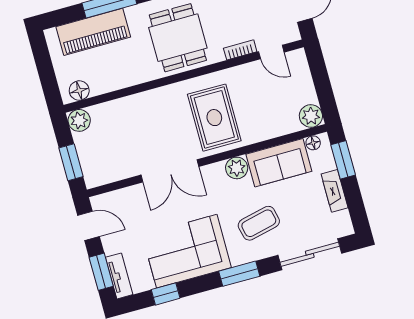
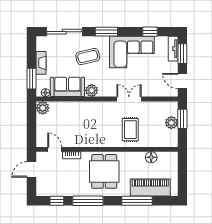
floor lamp: (79, 91) -> (151, 157), moved
rug: (214, 118) -> (130, 130), moved, width x0.73, depth x0.70
plant: (79, 120) -> (171, 123), moved
double door: (170, 171) -> (129, 99), width x0.73

